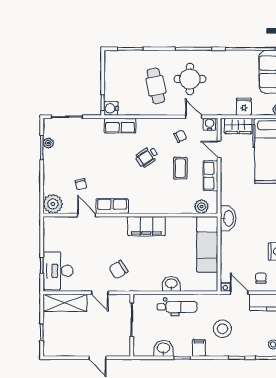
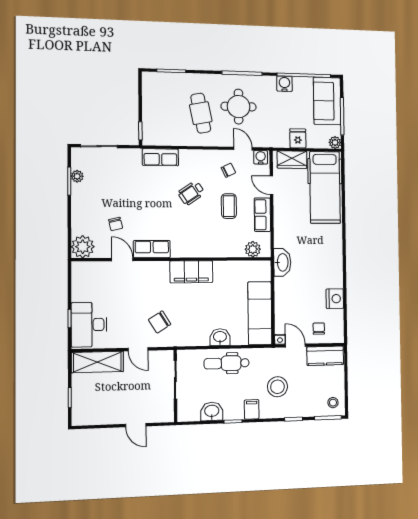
water cooler: (111, 108) -> (284, 84), moved, turned 90
exam couch: (207, 244) -> (260, 313), moved
dental chair: (177, 307) -> (227, 363), turned 180

